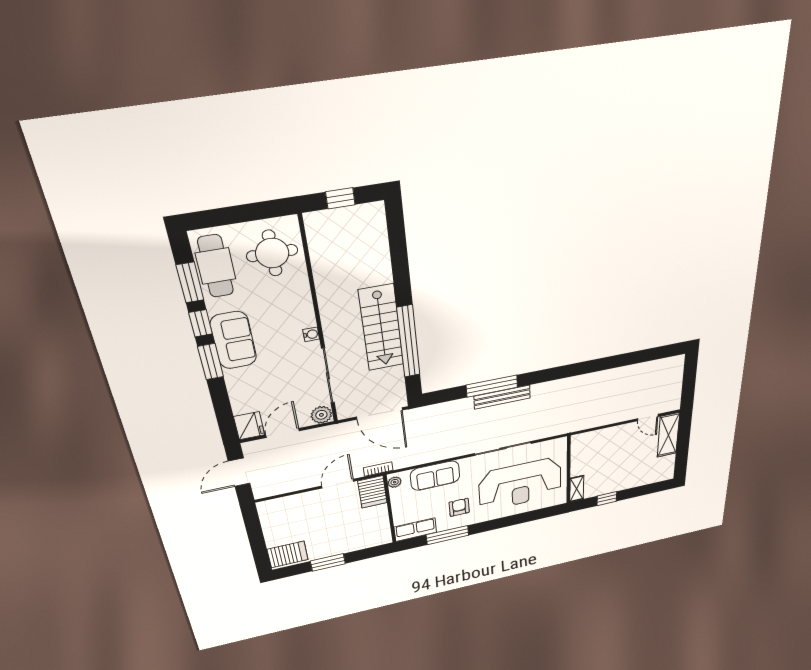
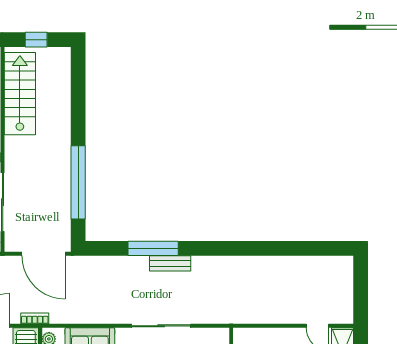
stairs: (381, 328) -> (20, 94), moved, turned 180
bench: (502, 397) -> (170, 263), width x0.73

